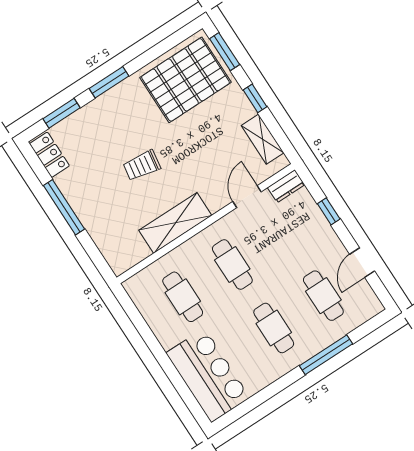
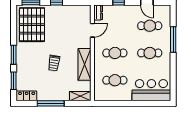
shelving: (263, 139) -> (80, 96), moved
door: (247, 197) -> (92, 30), swing flipped

